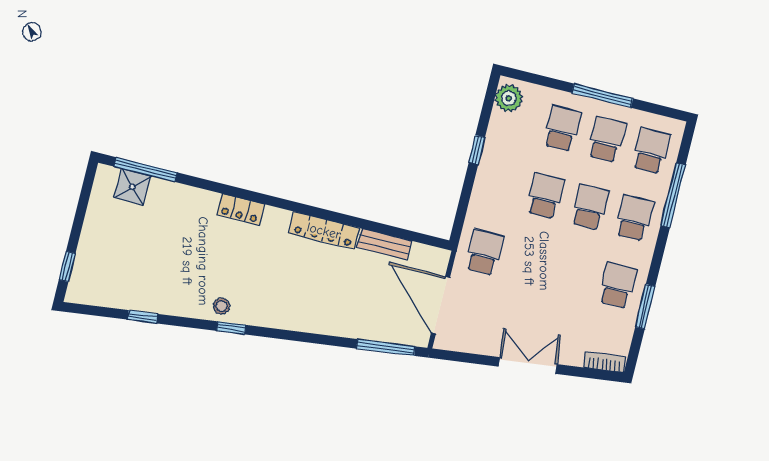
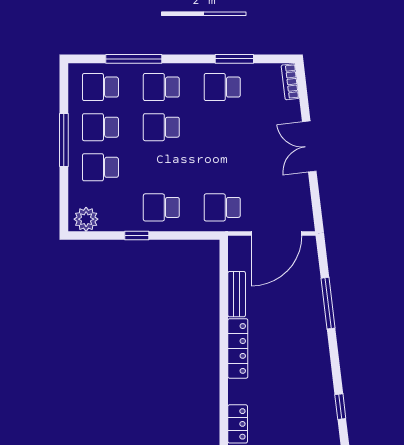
school desk: (545, 196) -> (161, 207), moved
stool: (222, 306) -> (324, 420), removed
window: (386, 347) -> (328, 303), moved

